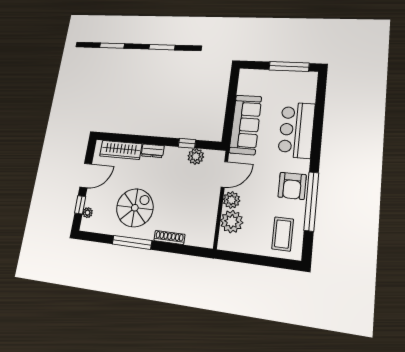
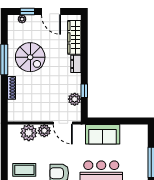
sofa: (245, 125) -> (103, 134), width x0.73

